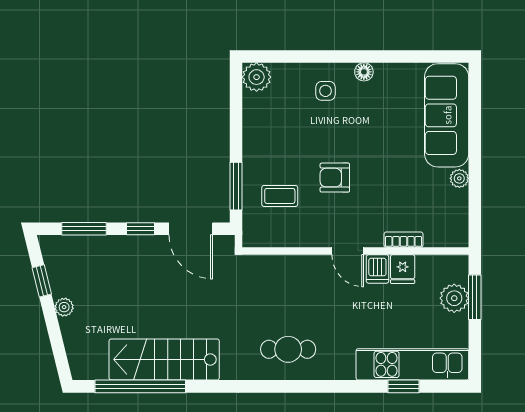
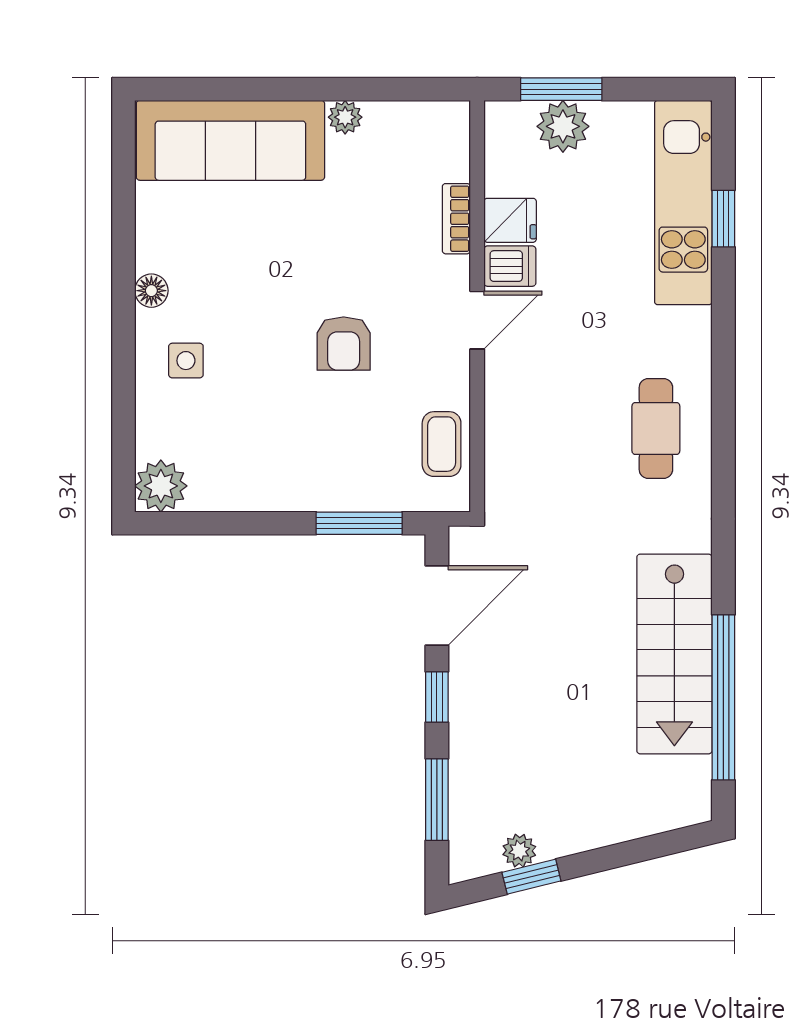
coffee table: (280, 196) -> (442, 444), moved
plant: (64, 307) -> (519, 851), moved

